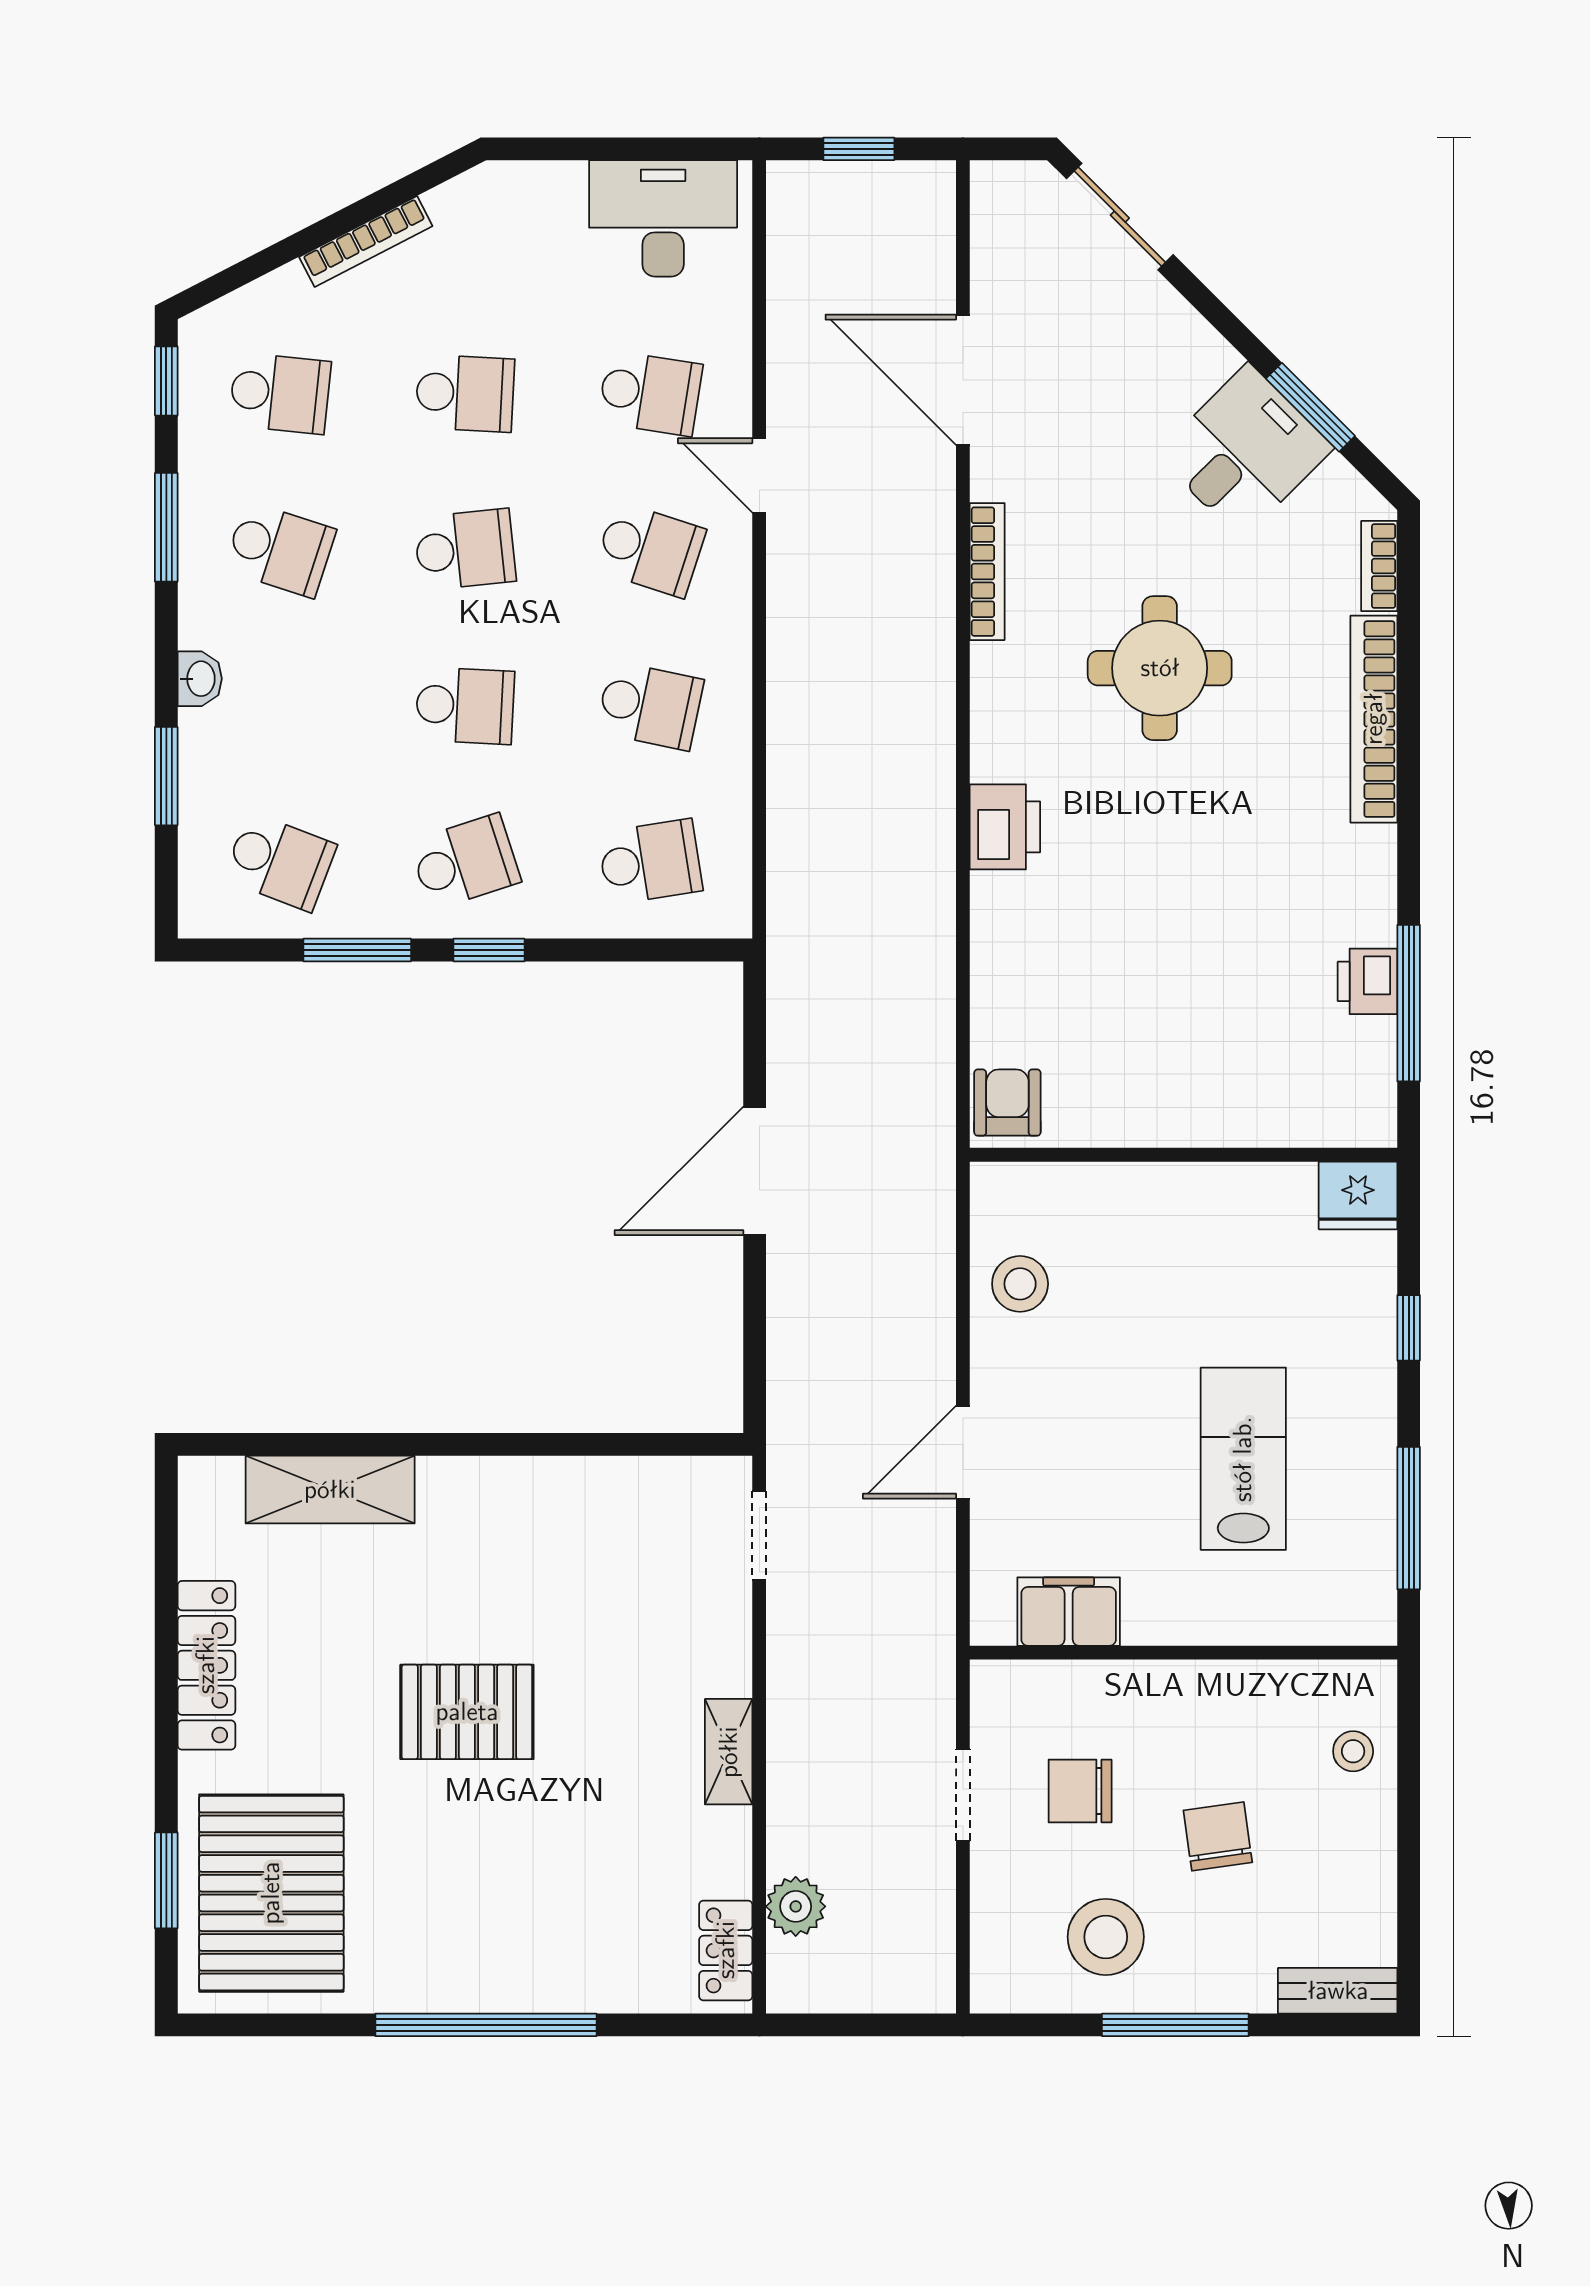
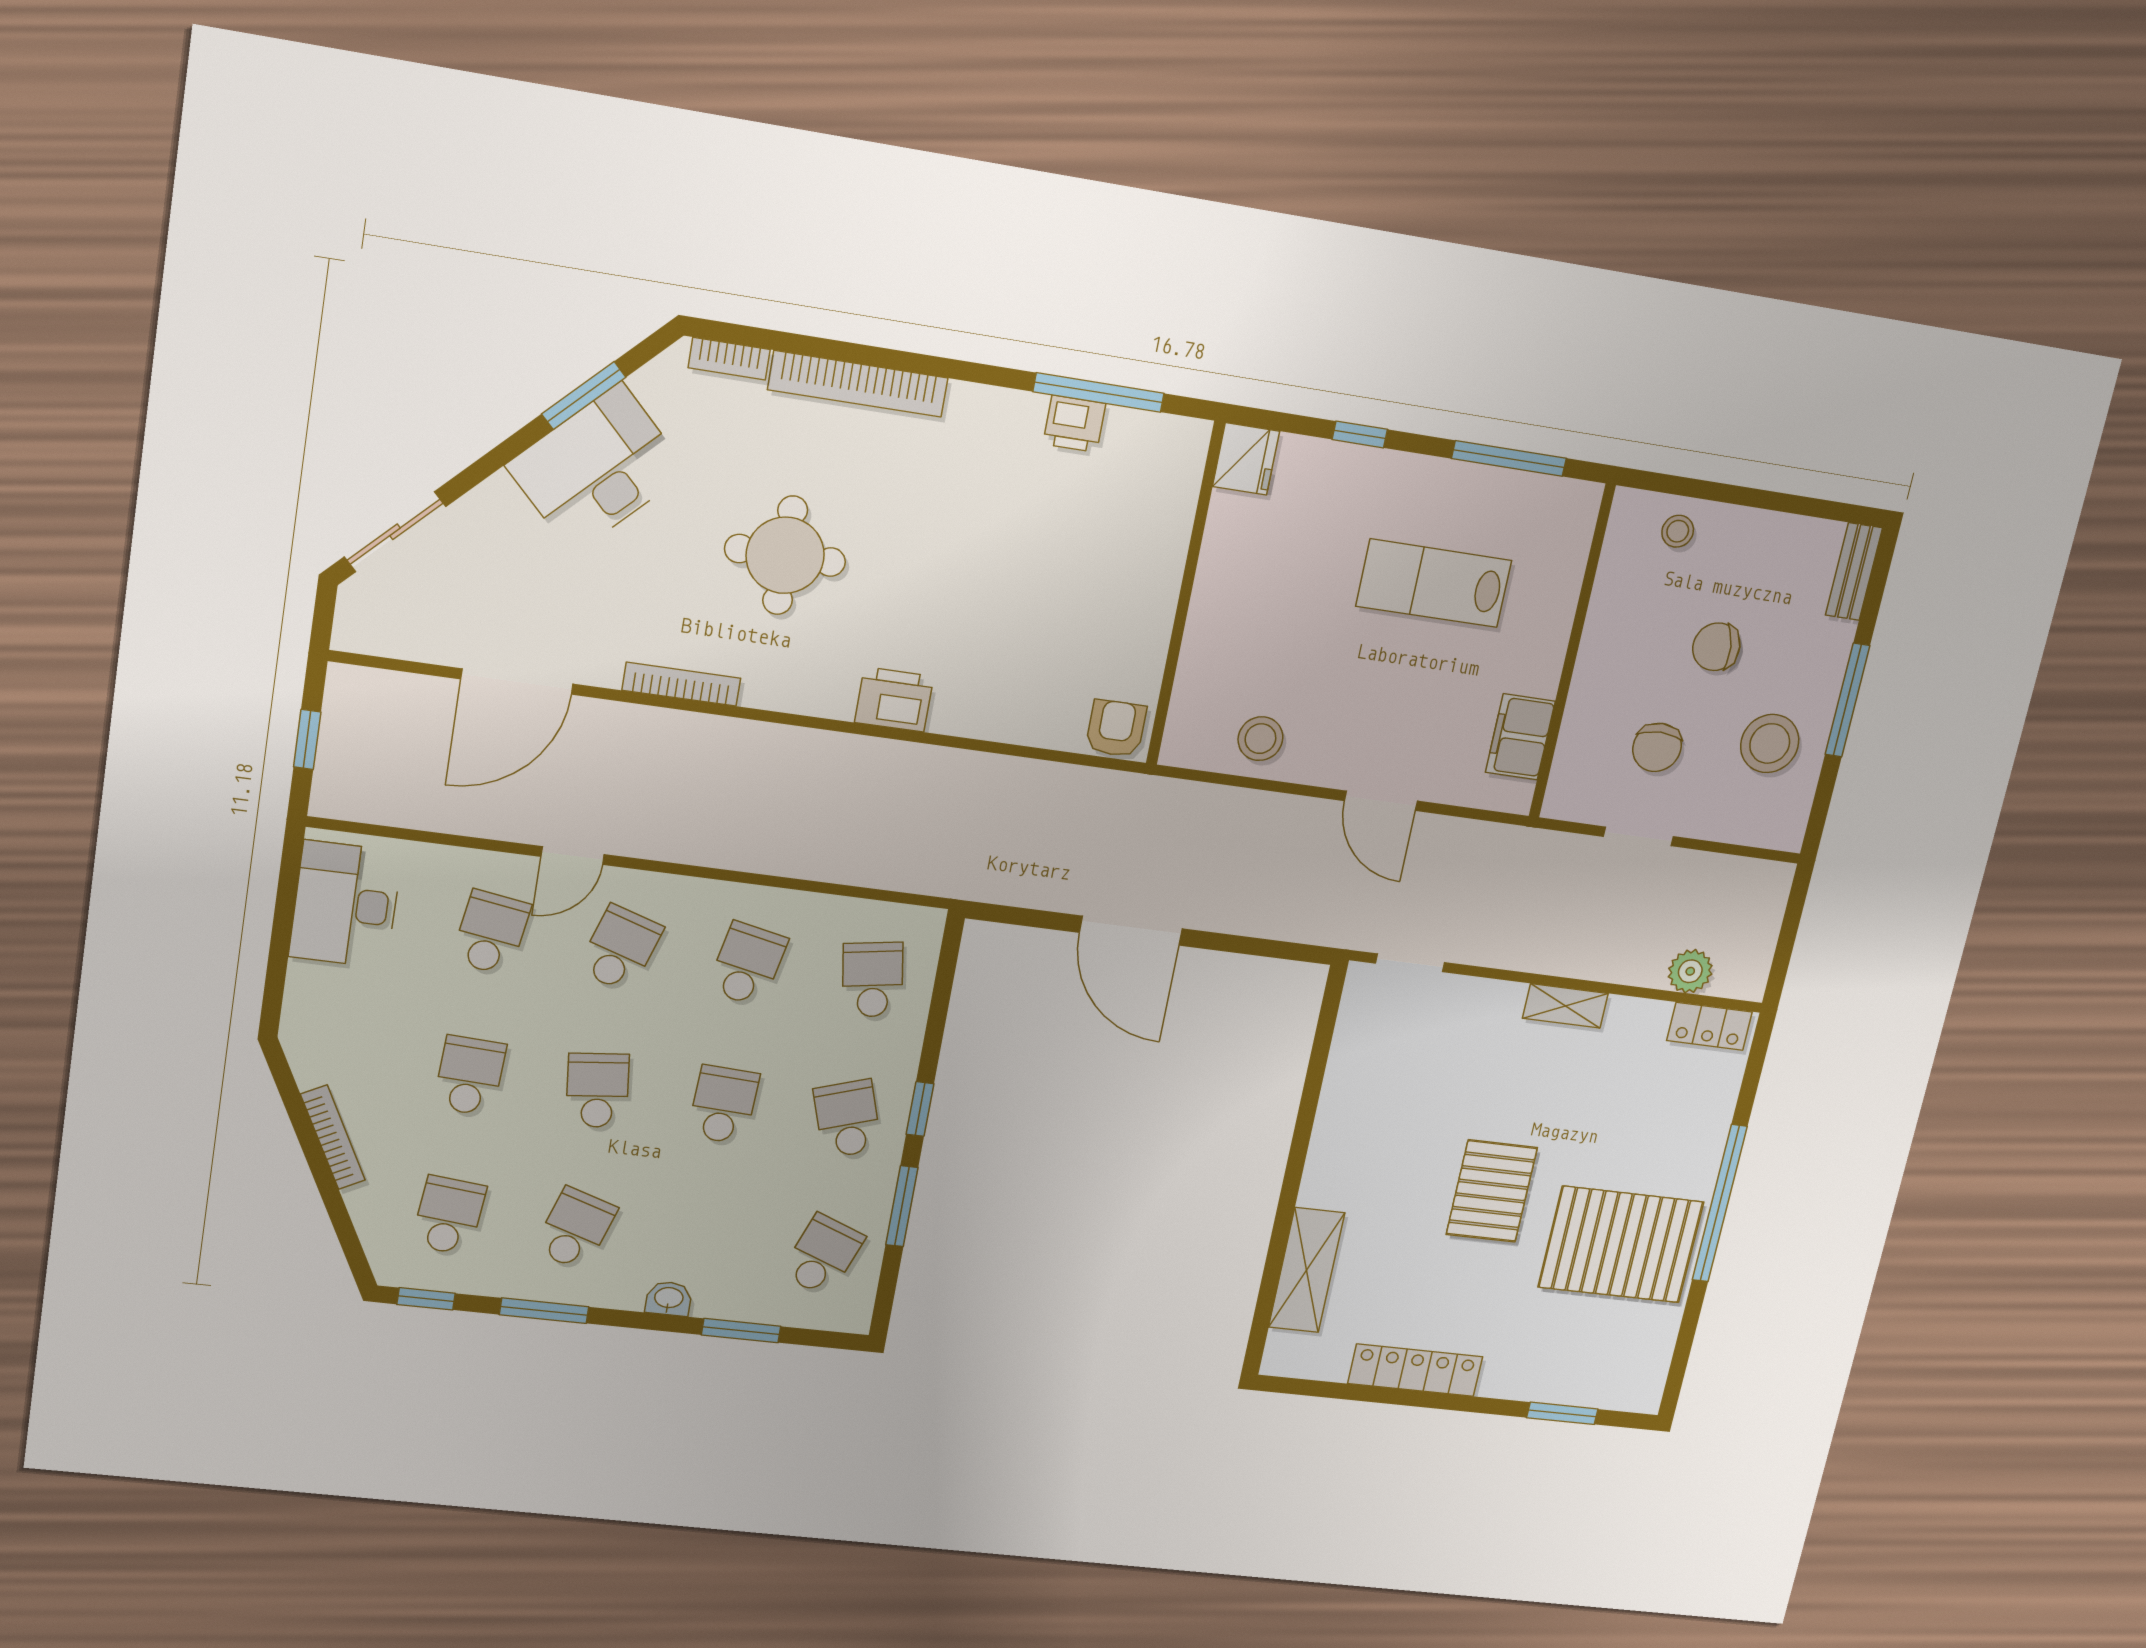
desk: (1245, 451) -> (597, 469), width x1.37
armchair: (1007, 1103) -> (1116, 728), turned 90
pallet: (271, 1893) -> (1621, 1245), moved

